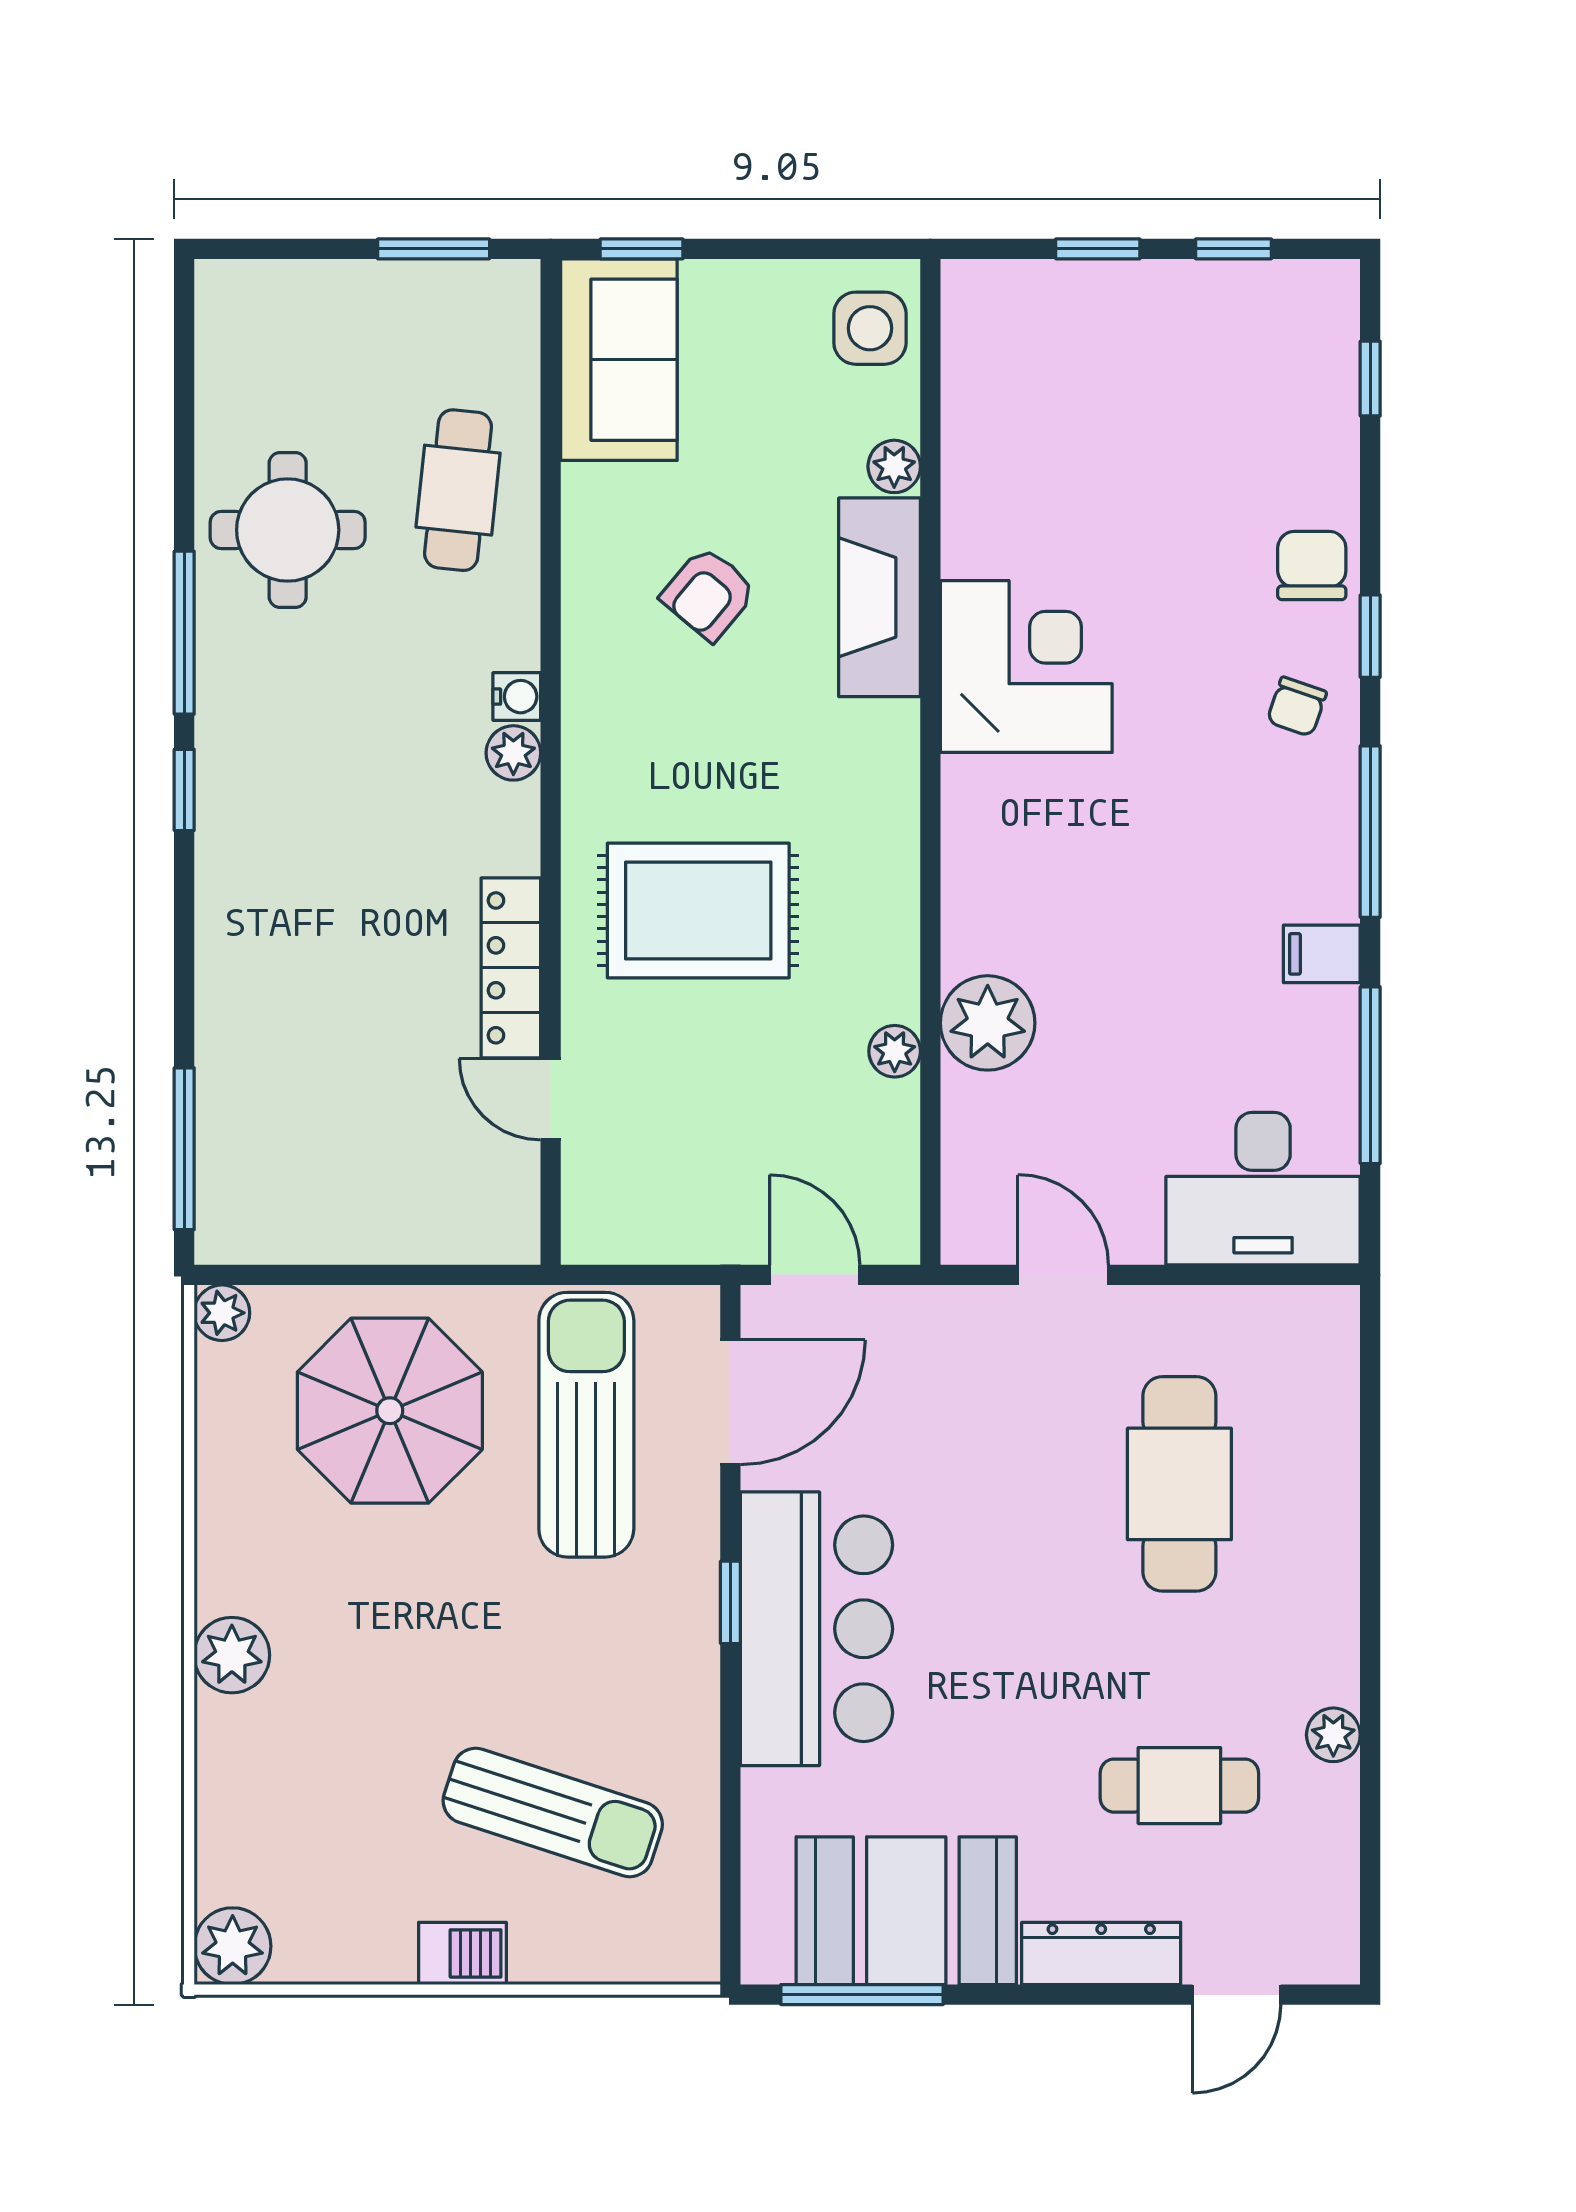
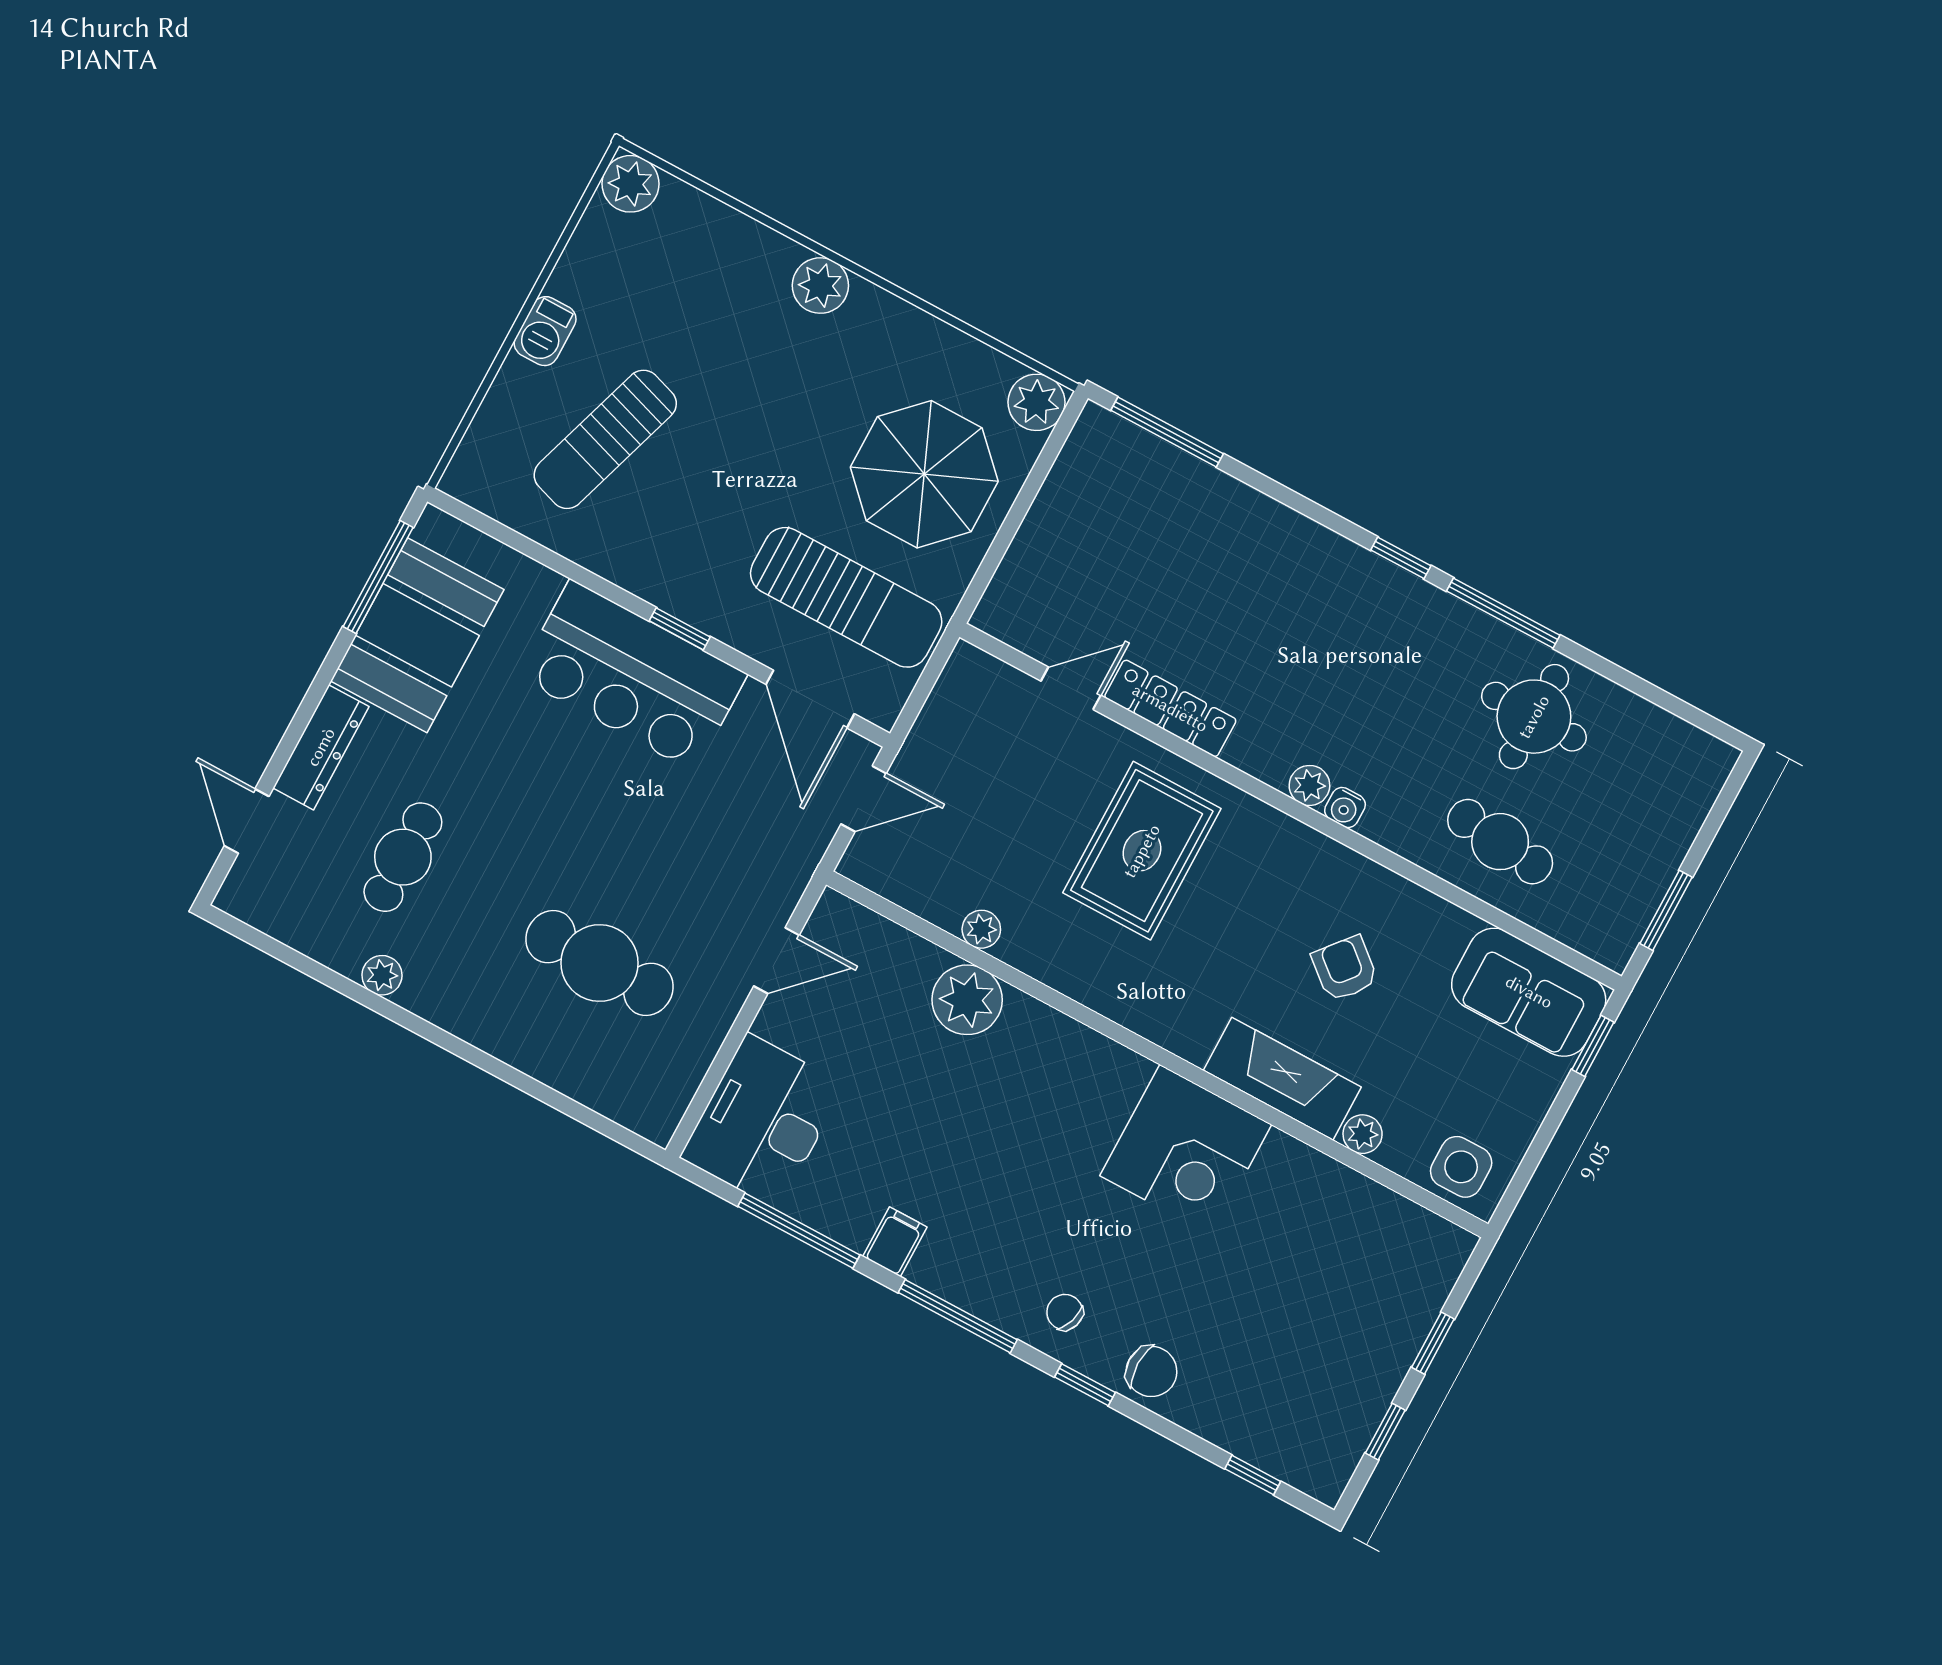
plant: (222, 1313) -> (1036, 402), width x1.38, depth x1.38

